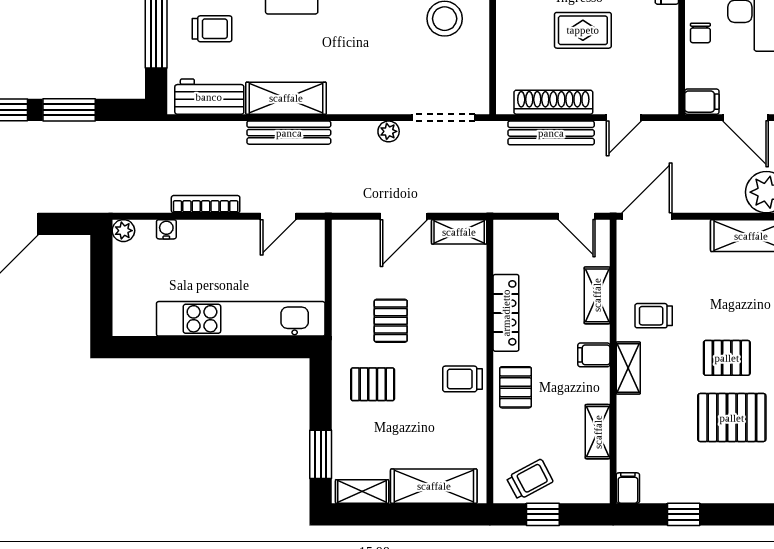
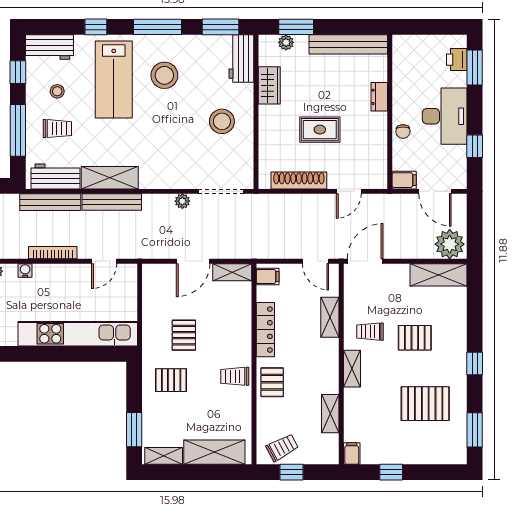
bench: (551, 133) -> (50, 202), moved
filing cabinet: (594, 355) -> (268, 277), moved, turned 180
pallet: (727, 358) -> (415, 338), moved

